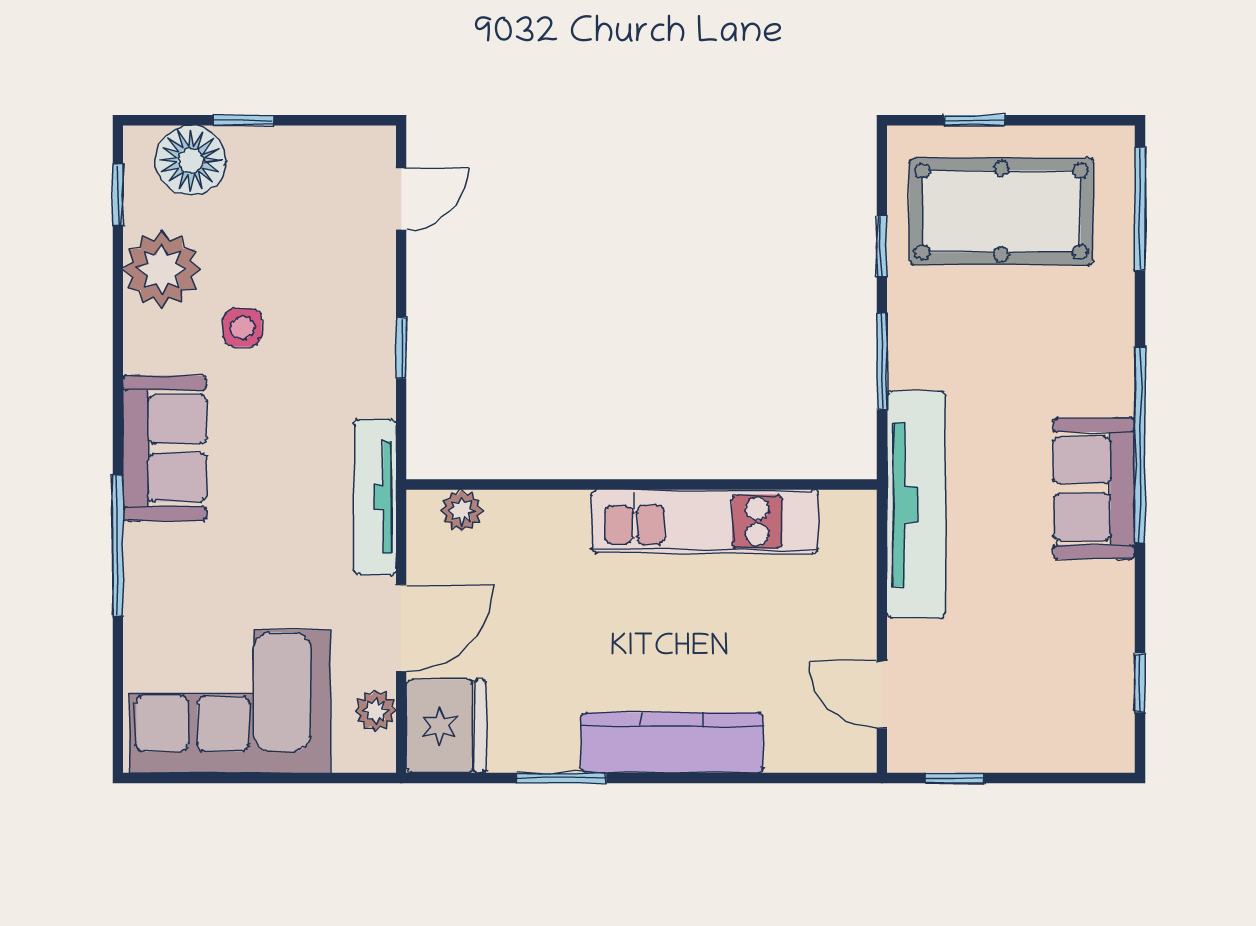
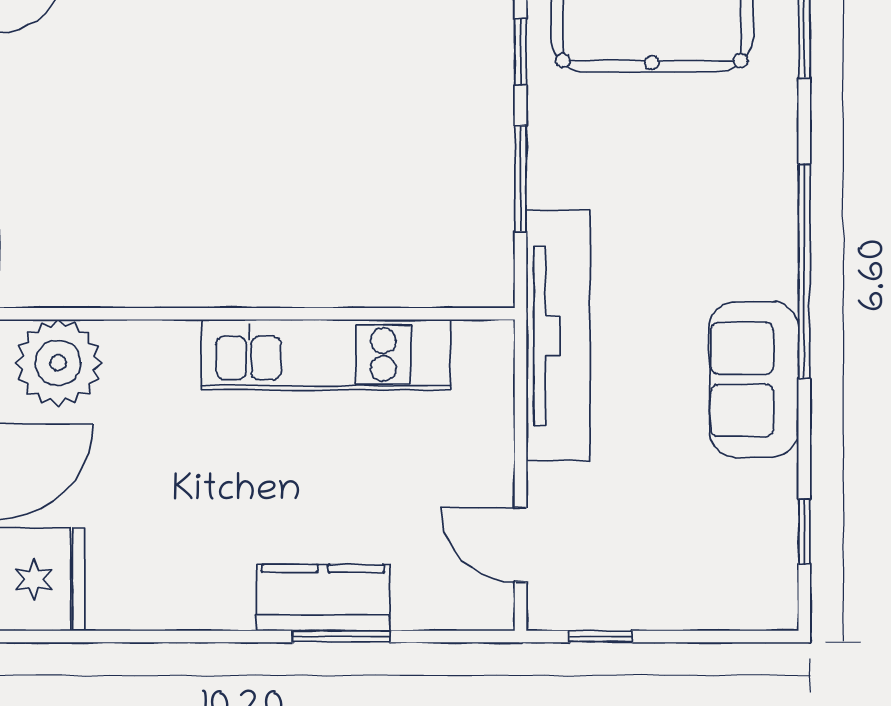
sofa: (1094, 488) -> (754, 379), moved
plant: (462, 511) -> (58, 363), width x1.88, depth x1.88
kitchen counter: (672, 743) -> (323, 598), width x0.67
window: (562, 778) -> (341, 636), moved

